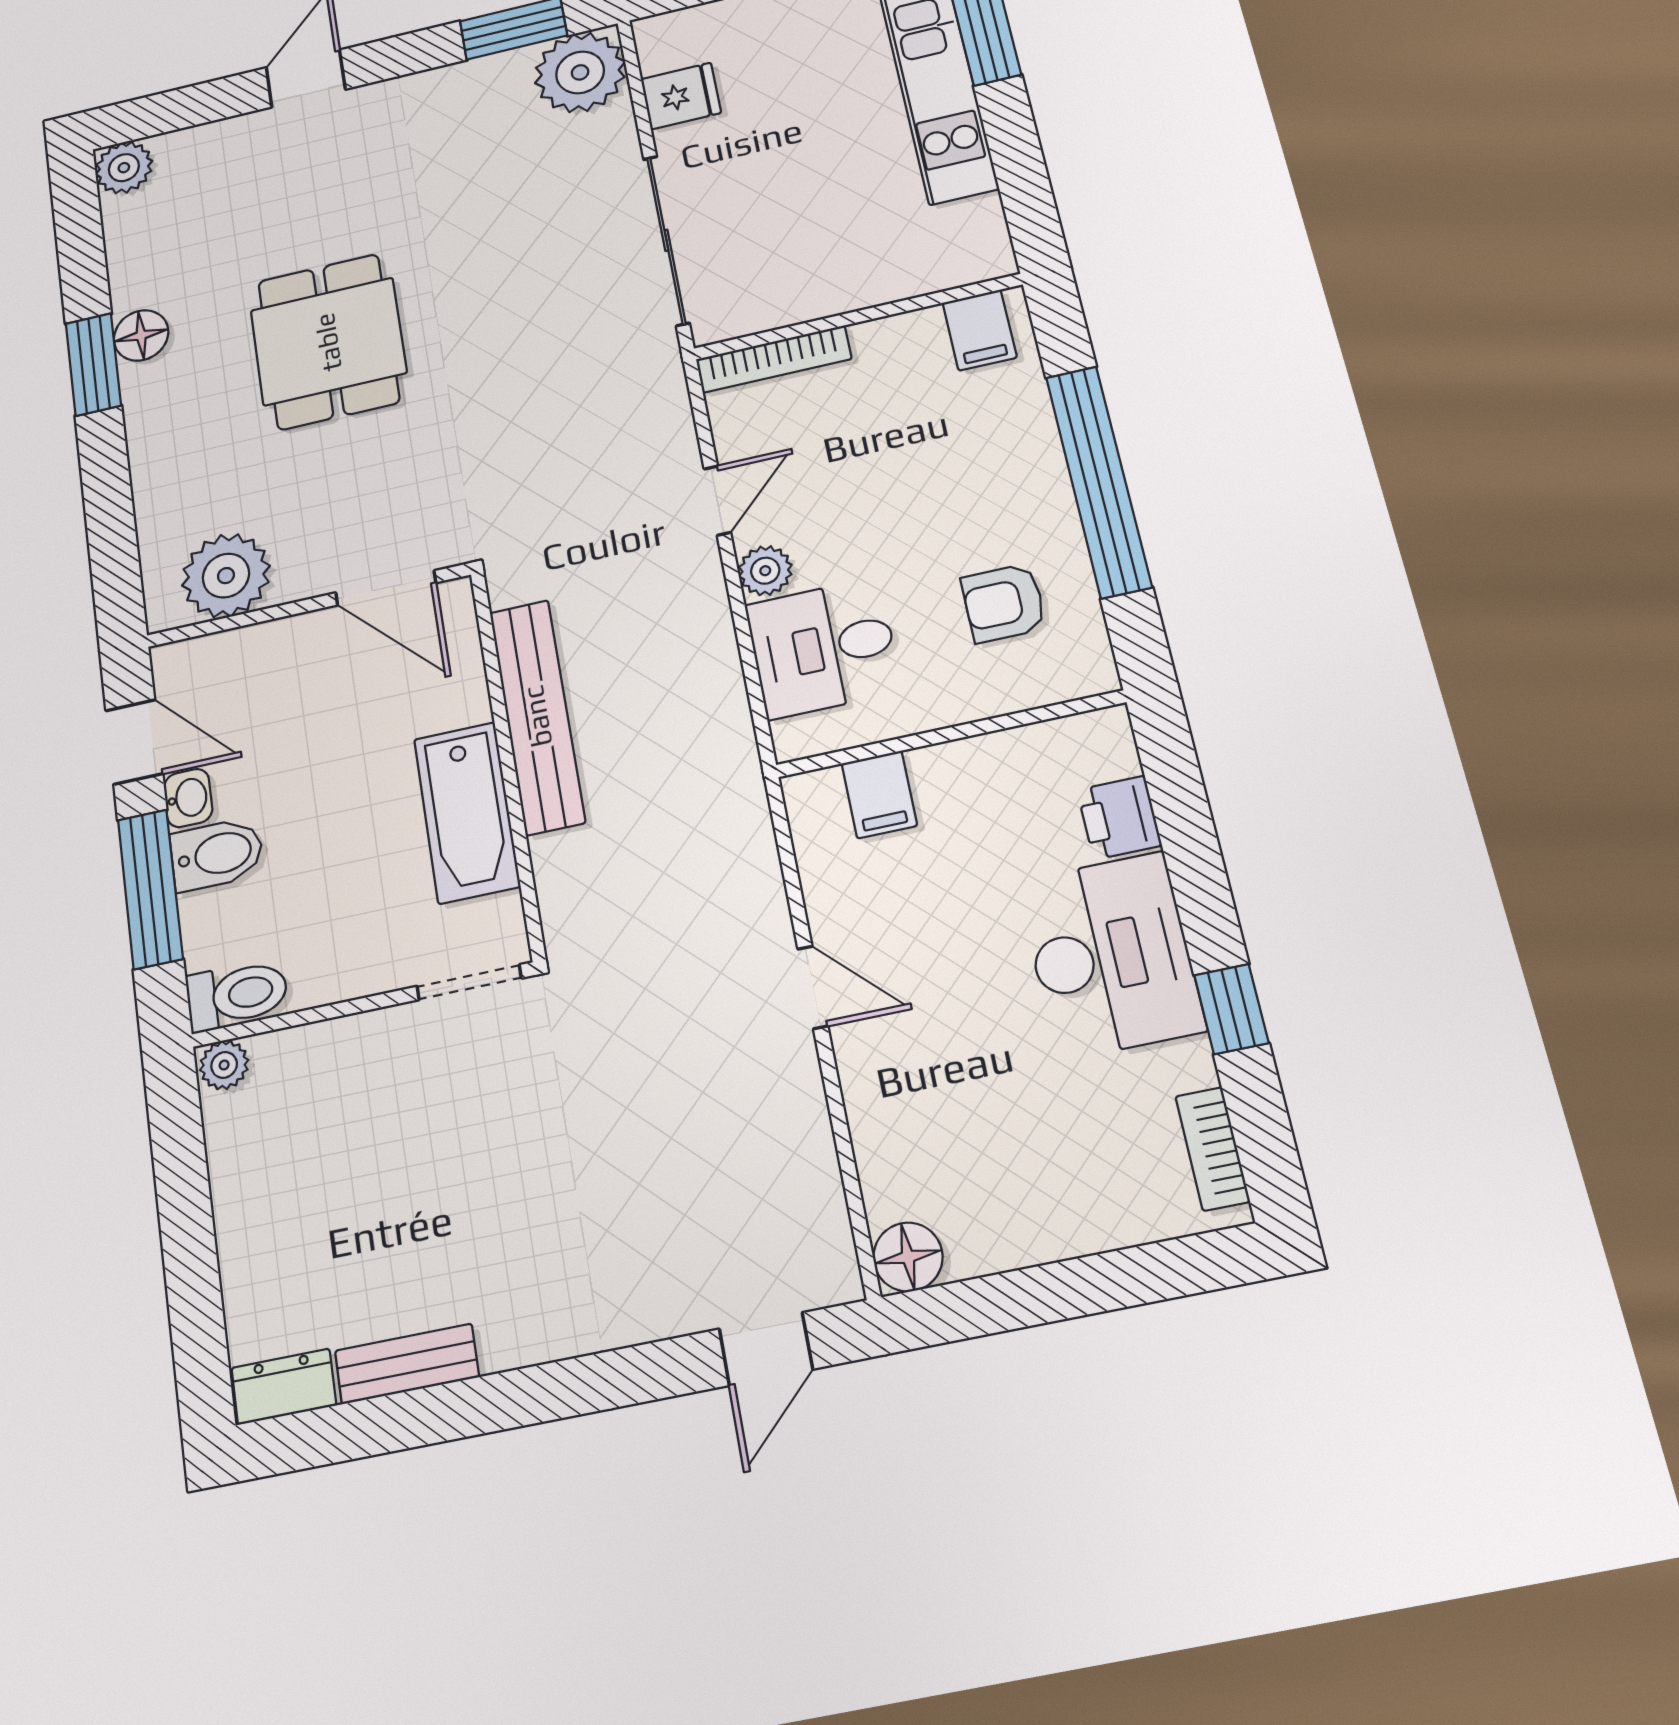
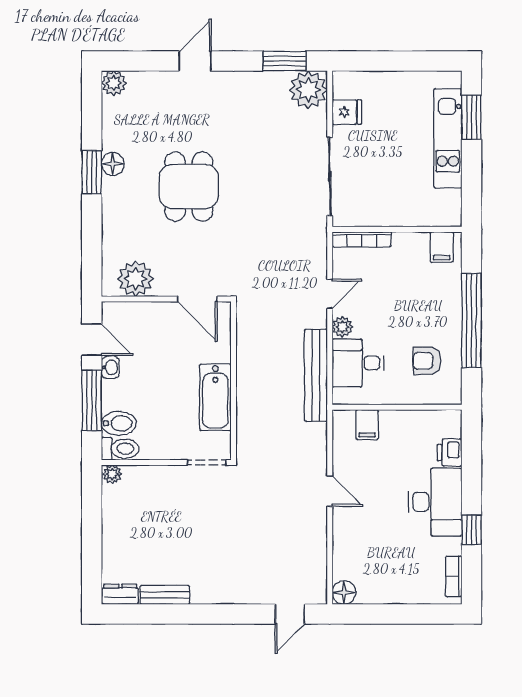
bench: (537, 716) -> (316, 375), moved
bidet: (217, 854) -> (119, 423), moved

